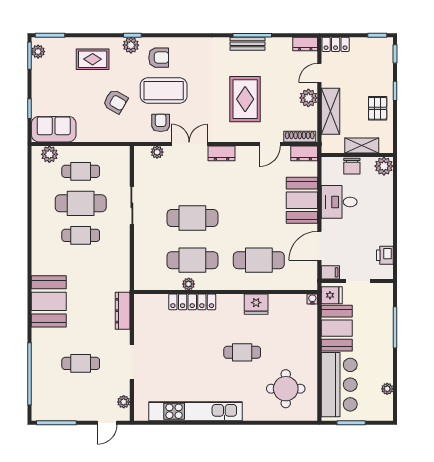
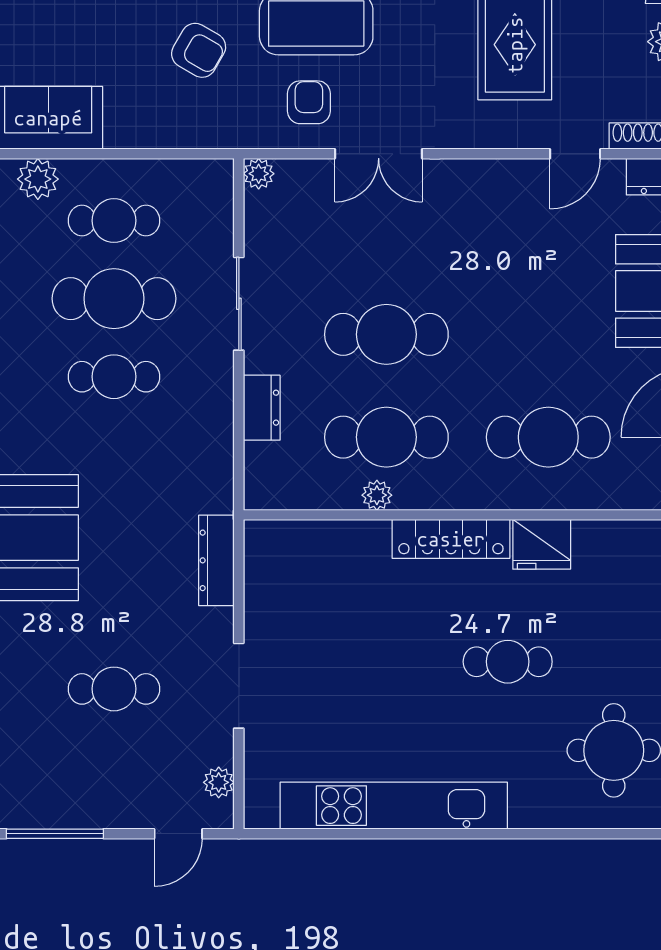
double door: (189, 144) -> (379, 154), swing flipped
plant: (157, 152) -> (259, 174), moved
dresser: (222, 153) -> (262, 408), moved, turned -90
locker: (192, 302) -> (451, 539), moved

